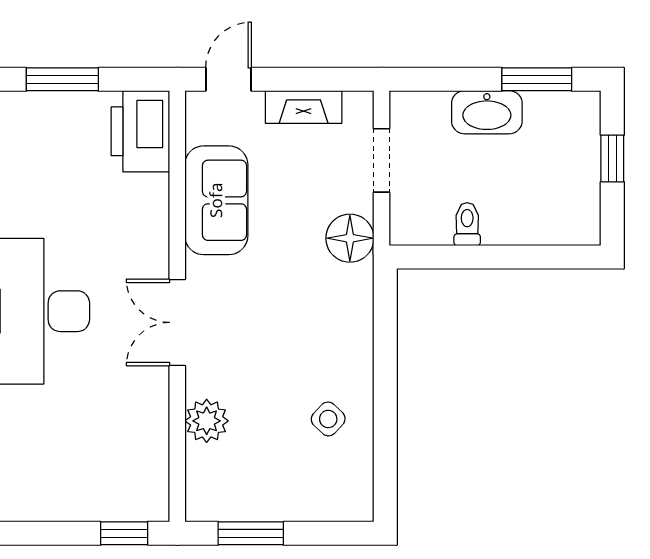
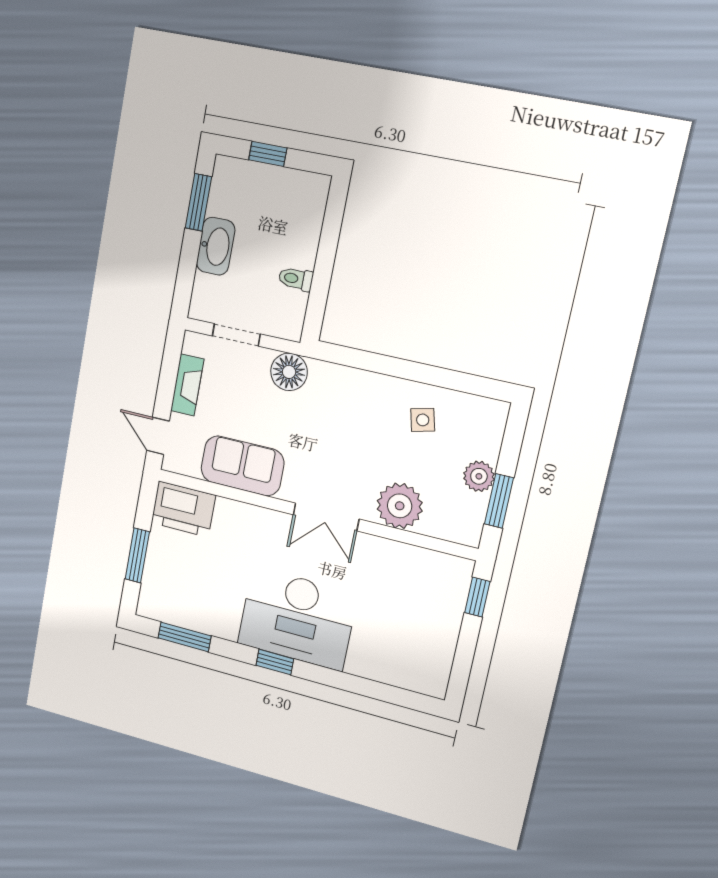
side table: (328, 419) -> (423, 420), turned 33
plant: (207, 421) -> (400, 506), width x1.36, depth x1.36
plant: (275, 502) -> (479, 476), added

